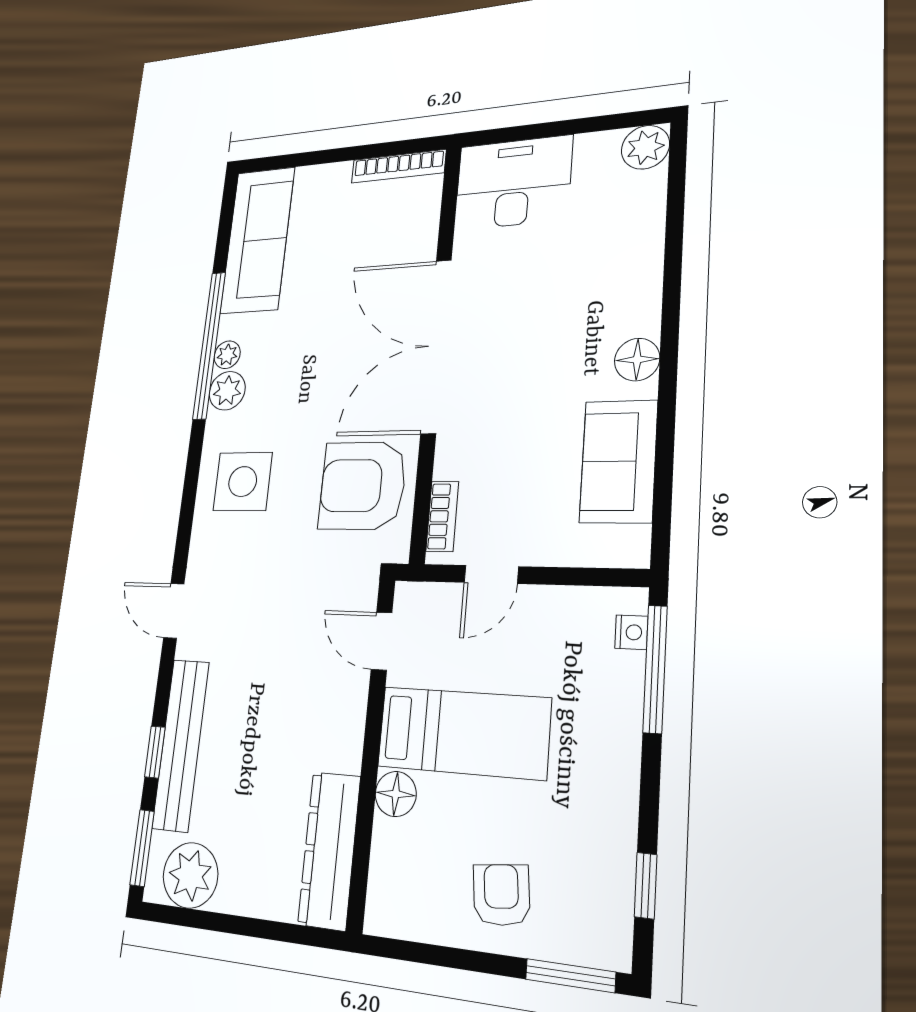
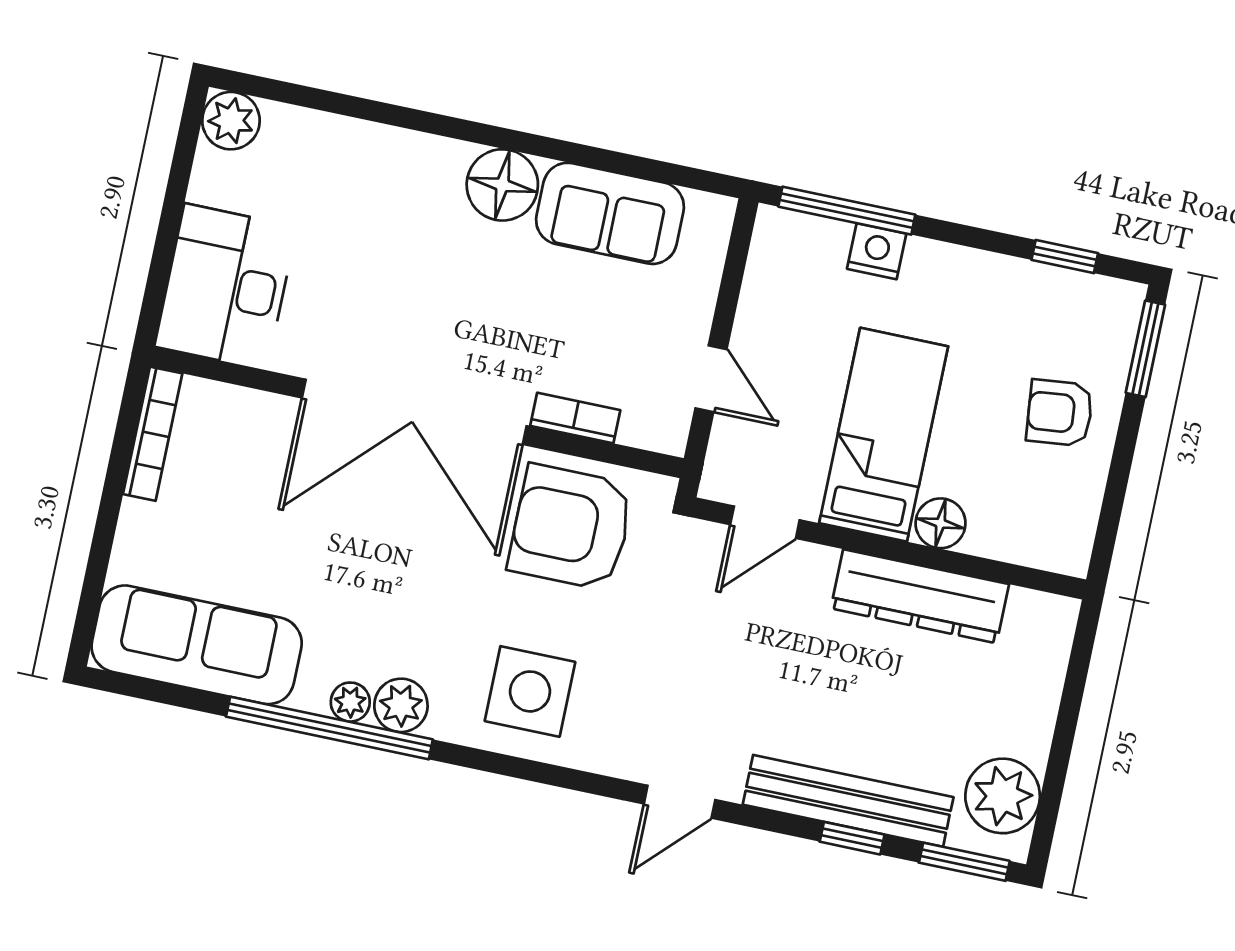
floor lamp: (637, 360) -> (502, 185), width x1.38, depth x1.38
armchair: (362, 486) -> (571, 527), turned 90
bookcase: (442, 516) -> (575, 418), moved
nightstand: (631, 632) -> (877, 251), moved, width x1.39, depth x1.35
dresser: (329, 850) -> (920, 596), moved

